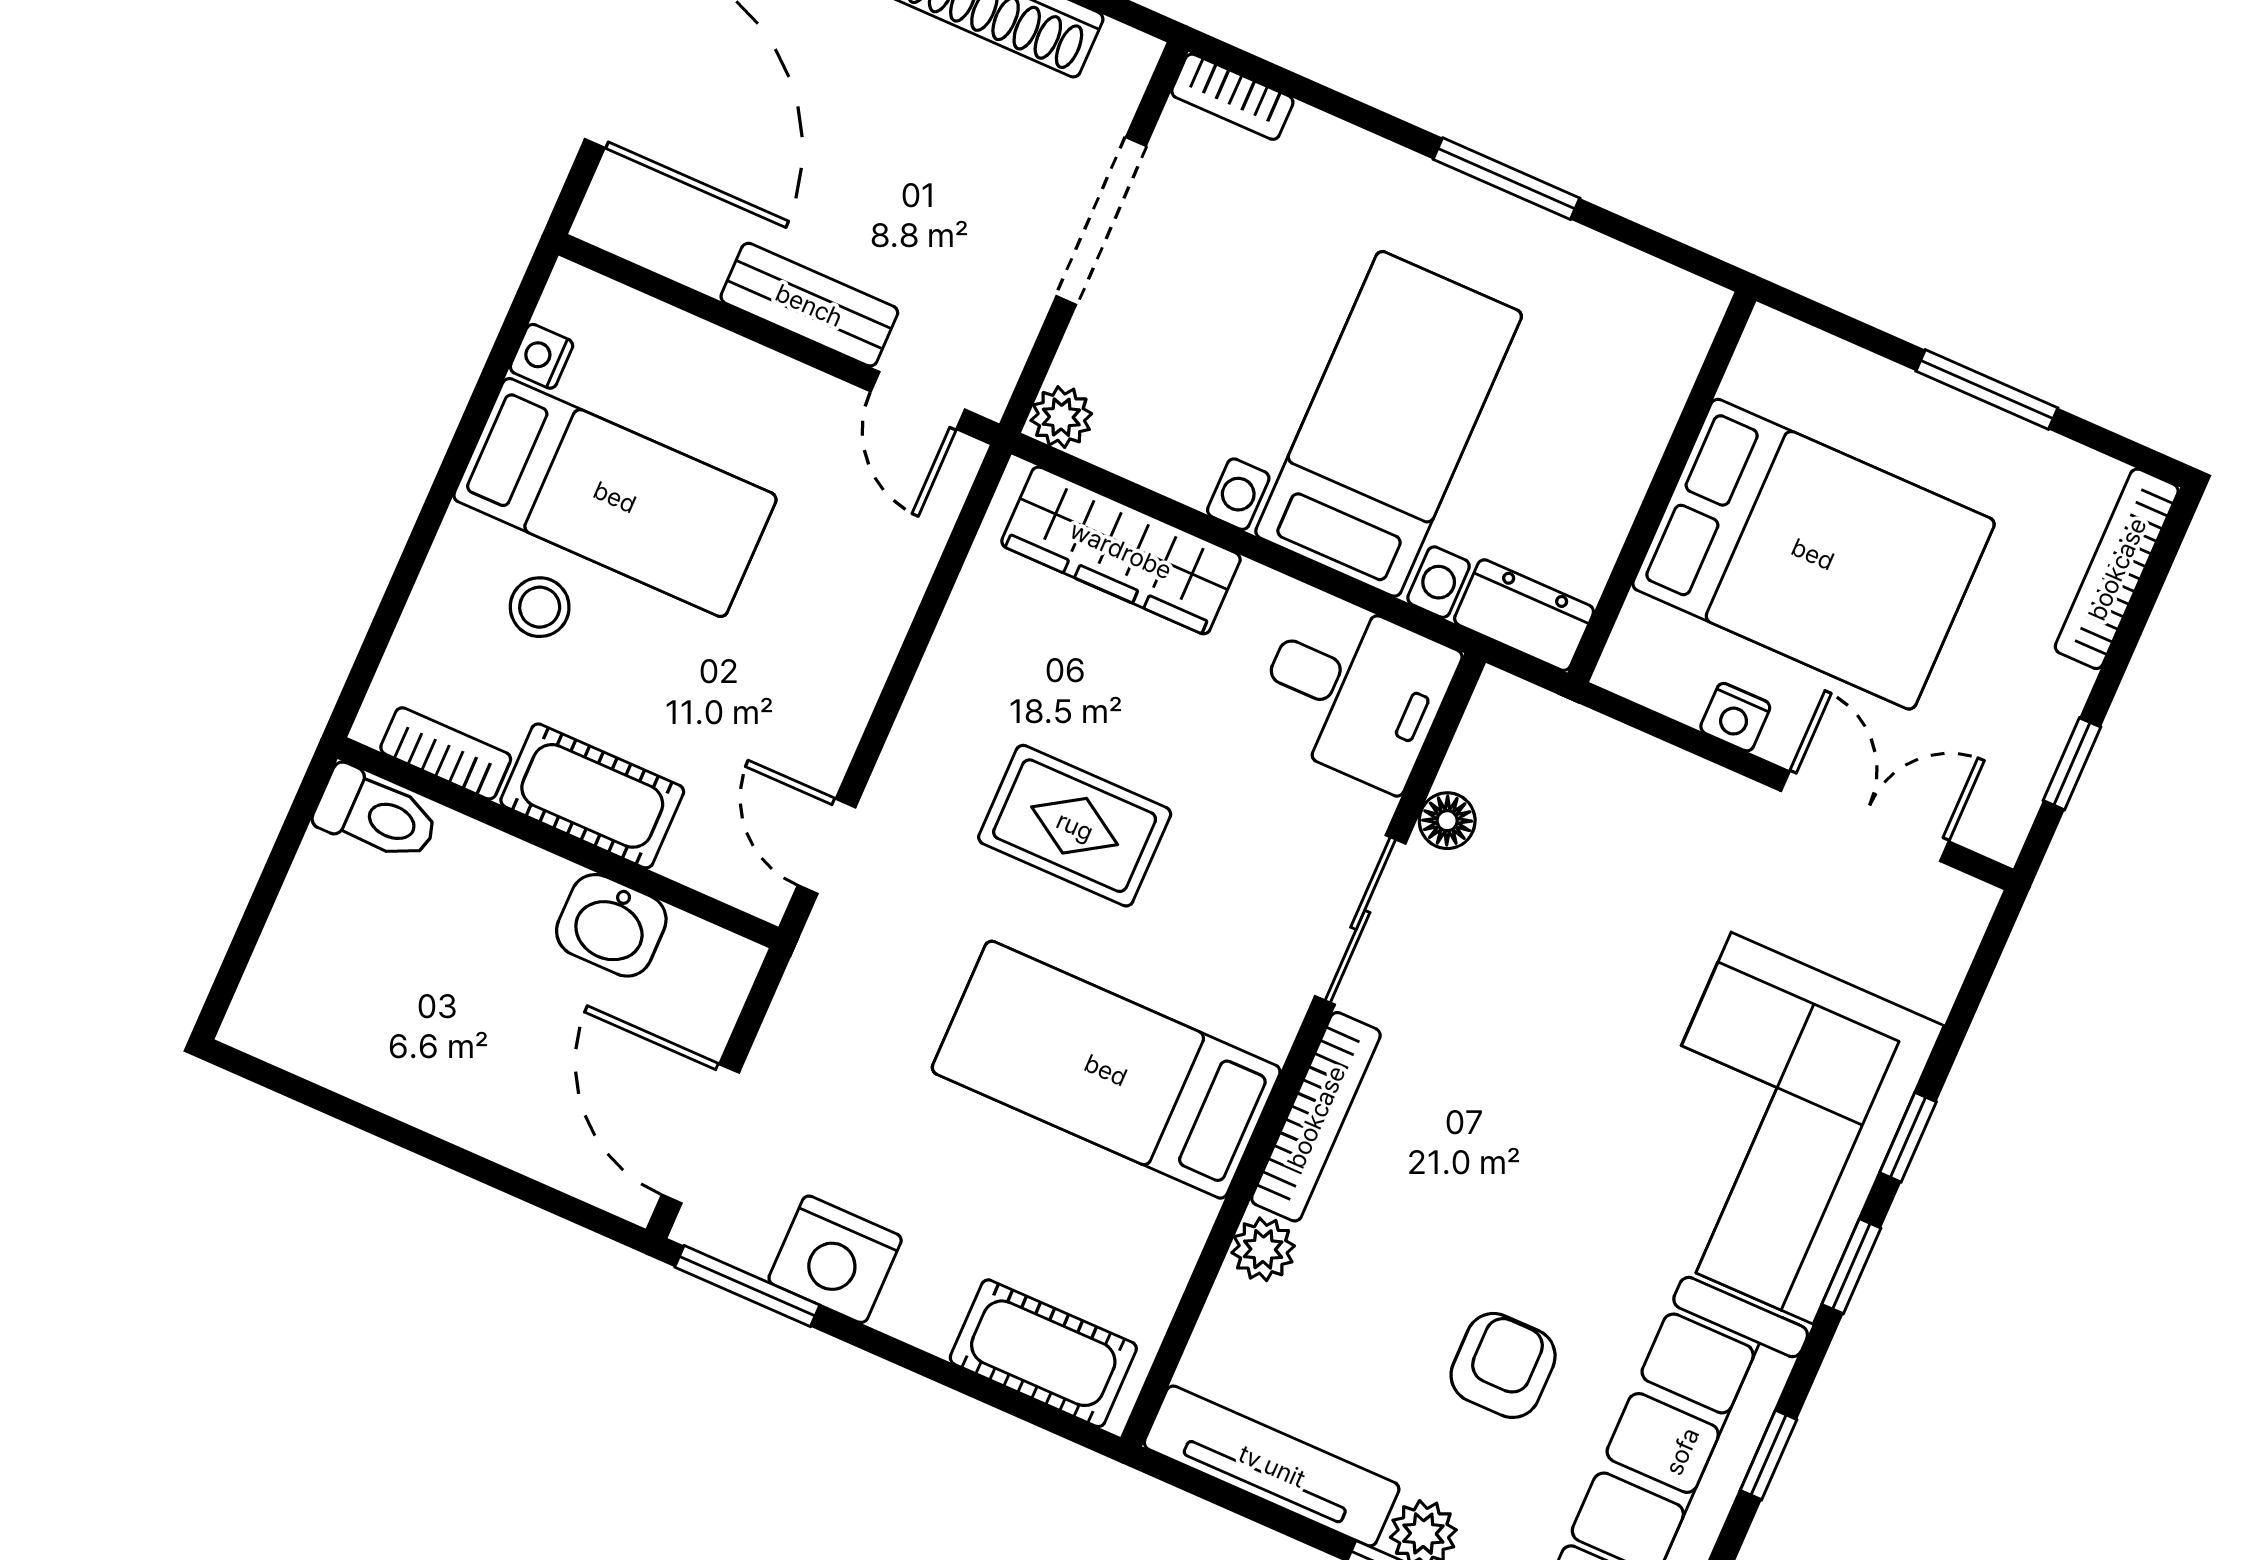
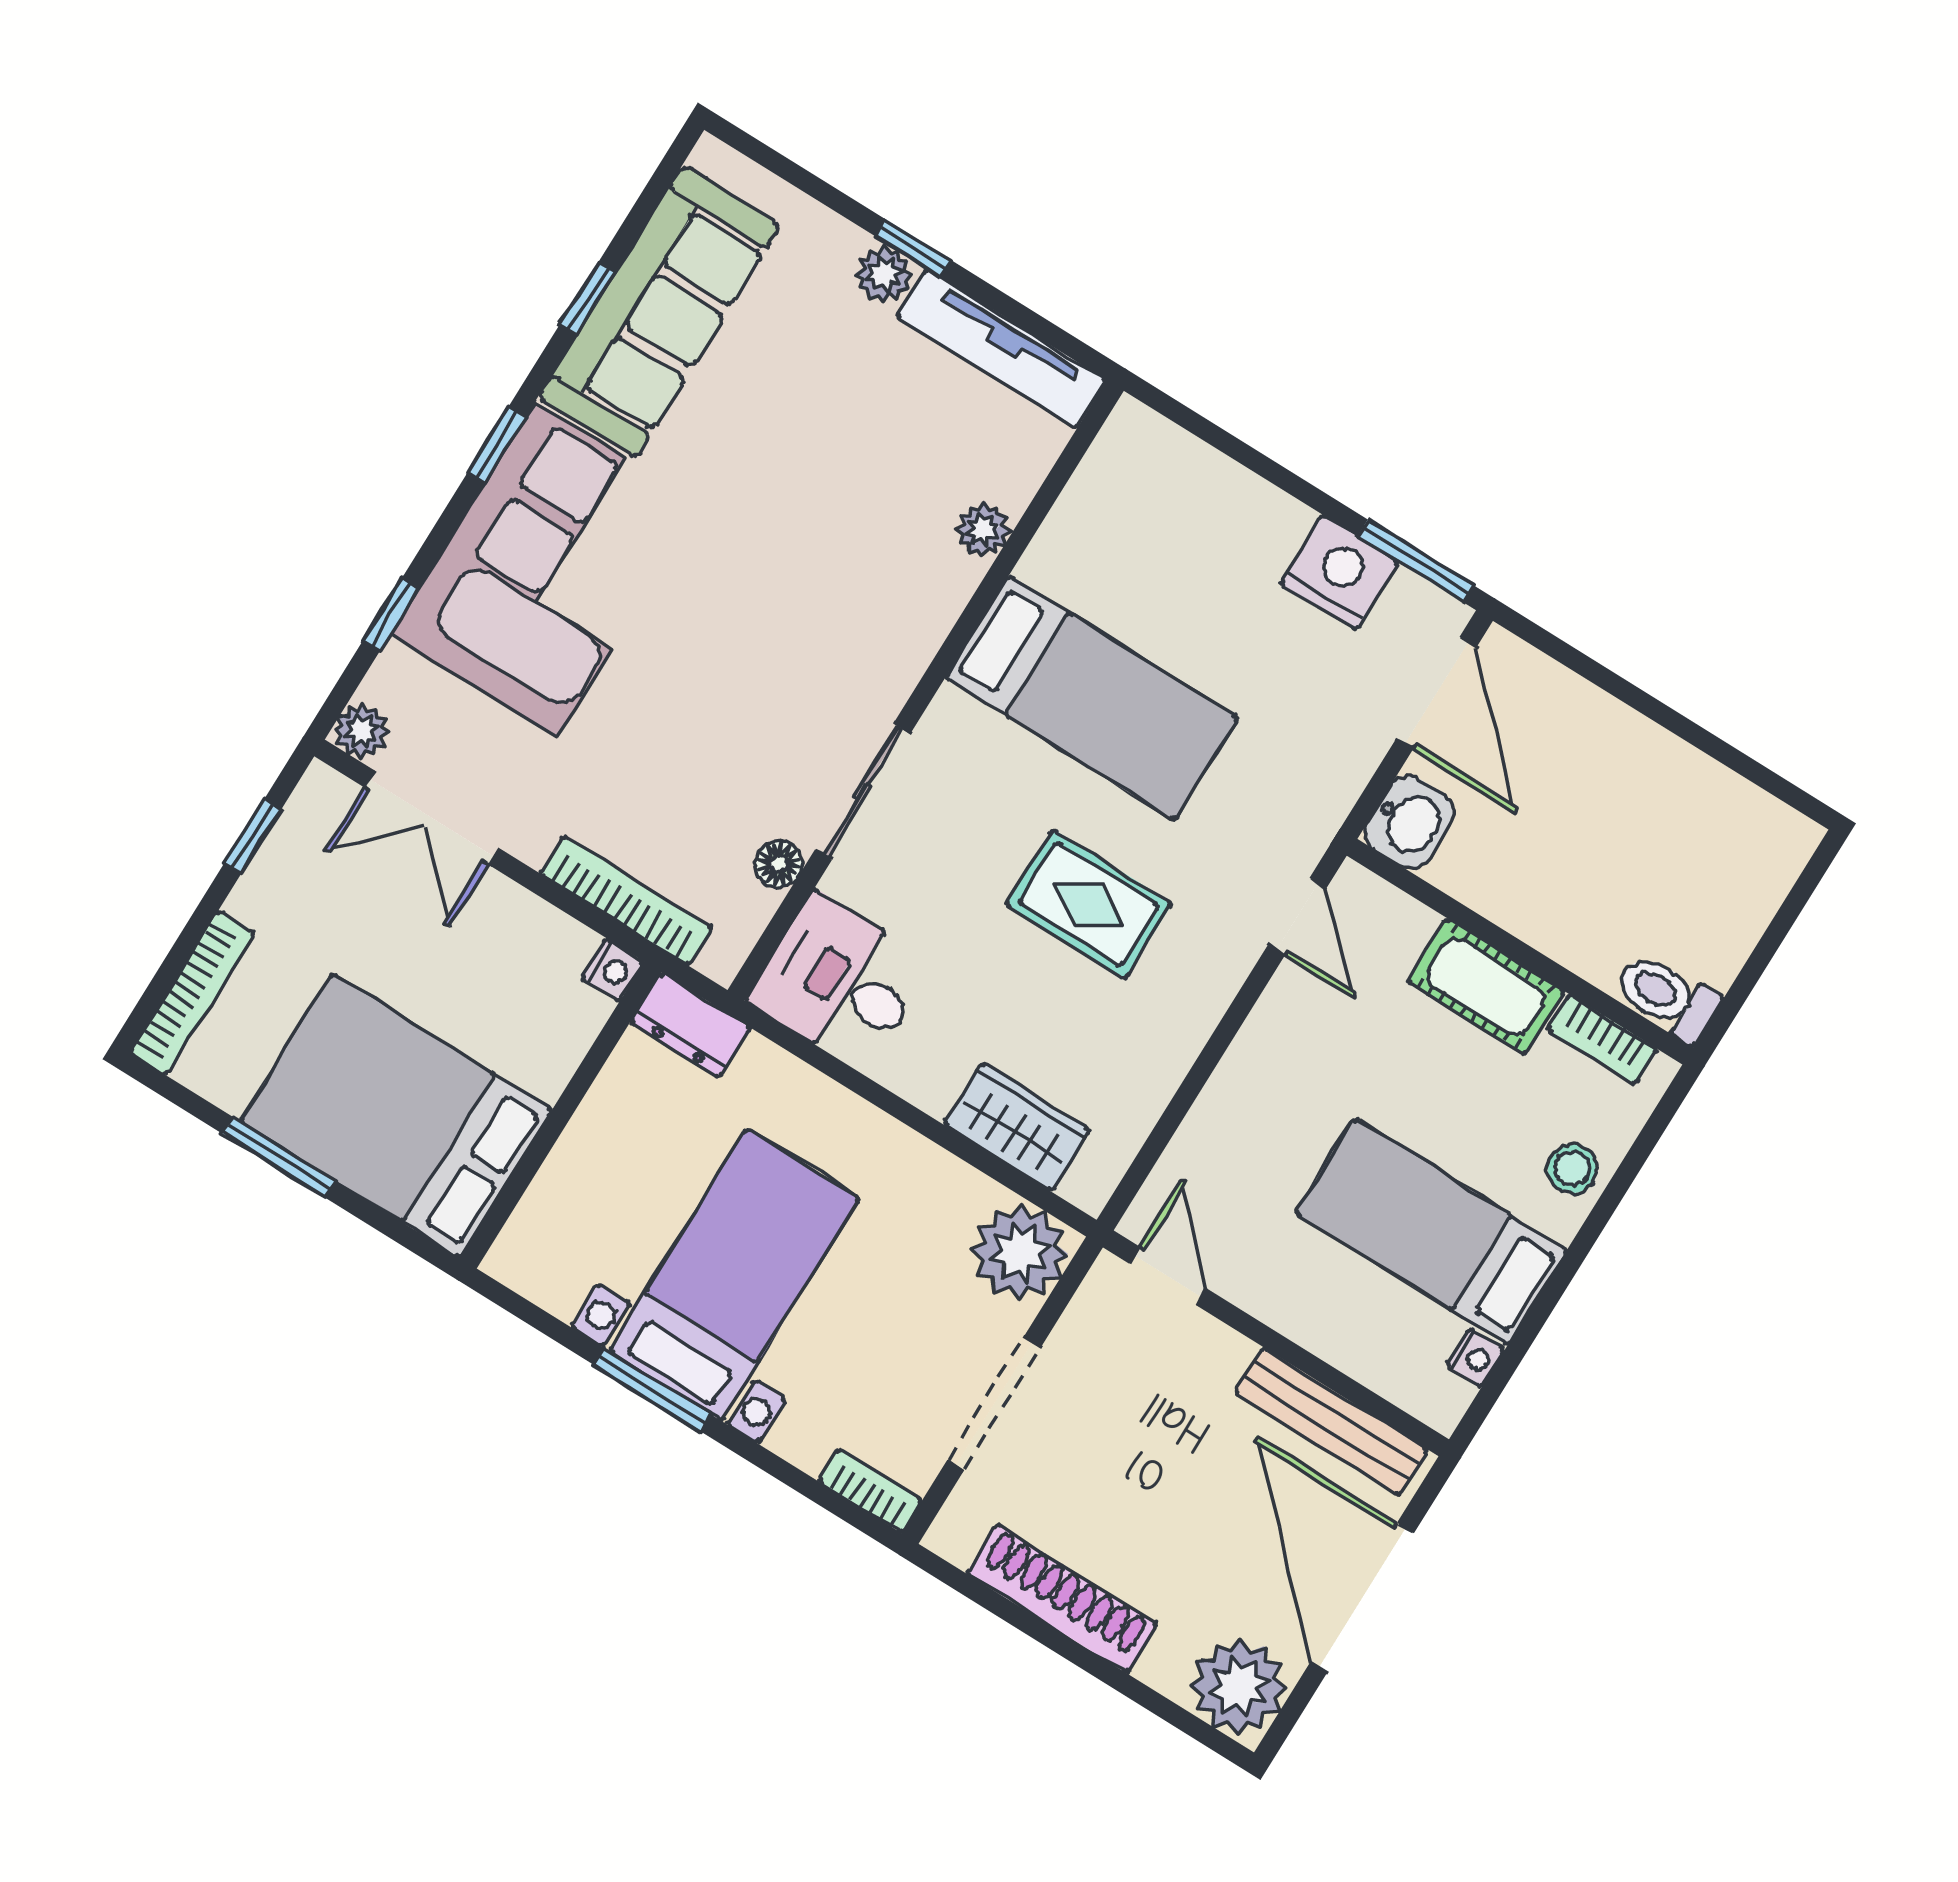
bench: (809, 305) -> (1331, 1421), moved, width x1.36
plant: (1061, 417) -> (1020, 1252), width x1.87, depth x1.87
bed with nightstands: (1389, 424) -> (734, 1275), moved, turned 180
wardrobe: (1121, 550) -> (1017, 1127), width x0.67
bed: (1813, 554) -> (396, 1116), moved
stool: (540, 607) -> (1572, 1168), moved
nightstand: (1735, 717) -> (613, 970), moved, turned 90
plant: (1962, 906) -> (362, 731), added
washbasin: (611, 925) -> (1410, 822), moved, turned 90
bookcase: (1316, 1117) -> (626, 901), moved, turned 90
window: (1908, 1137) -> (391, 614), moved
cot: (1043, 1353) -> (1178, 470), removed
armchair: (1503, 1365) -> (797, 404), removed

